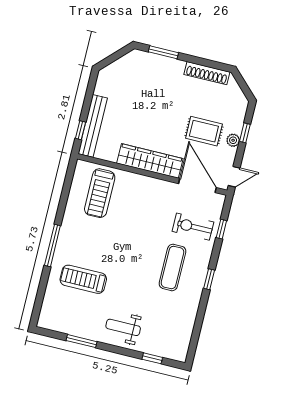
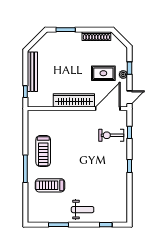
bench: (93, 126) -> (32, 72), moved
door: (197, 186) -> (108, 109), hinge flipped
treadmill: (100, 193) -> (43, 151), moved
exercise mat: (172, 267) -> (105, 164), removed
weight bench: (123, 327) -> (83, 210), turned 180

